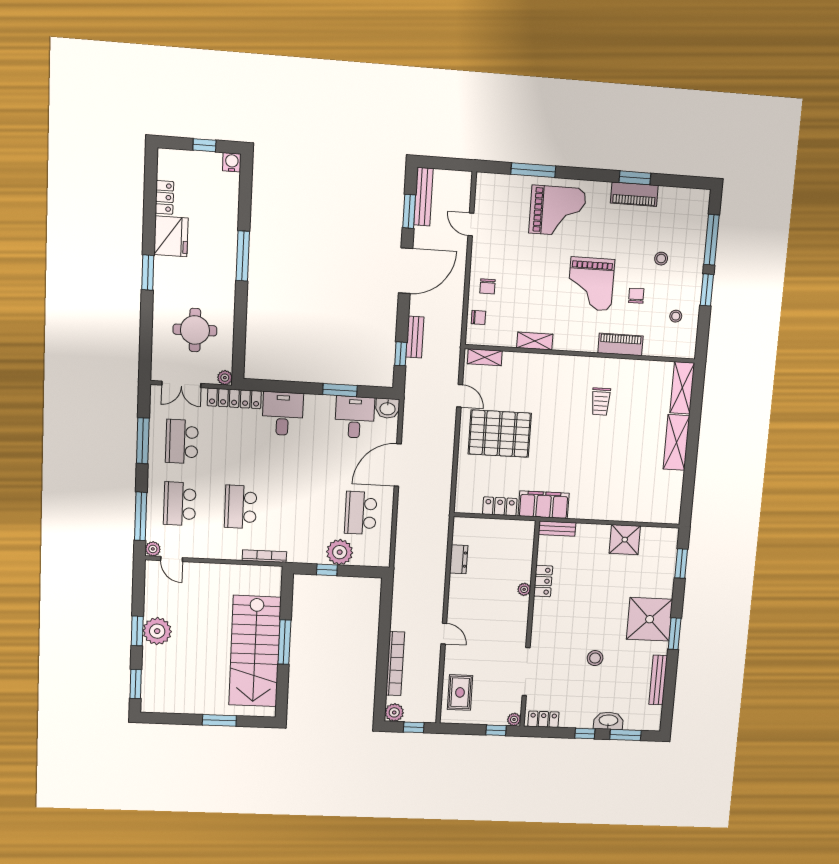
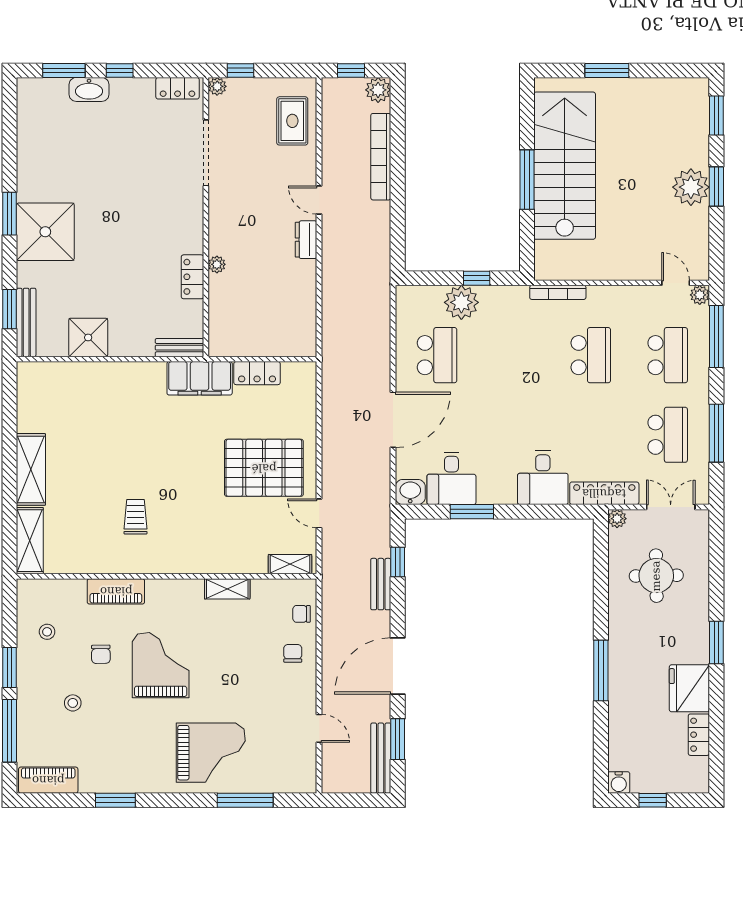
piano: (634, 194) -> (48, 780), moved
grand piano: (557, 211) -> (211, 753), turned 180
dresser: (459, 559) -> (306, 240), moved
stool: (595, 658) -> (114, 175), removed
bench: (658, 680) -> (26, 322), moved

